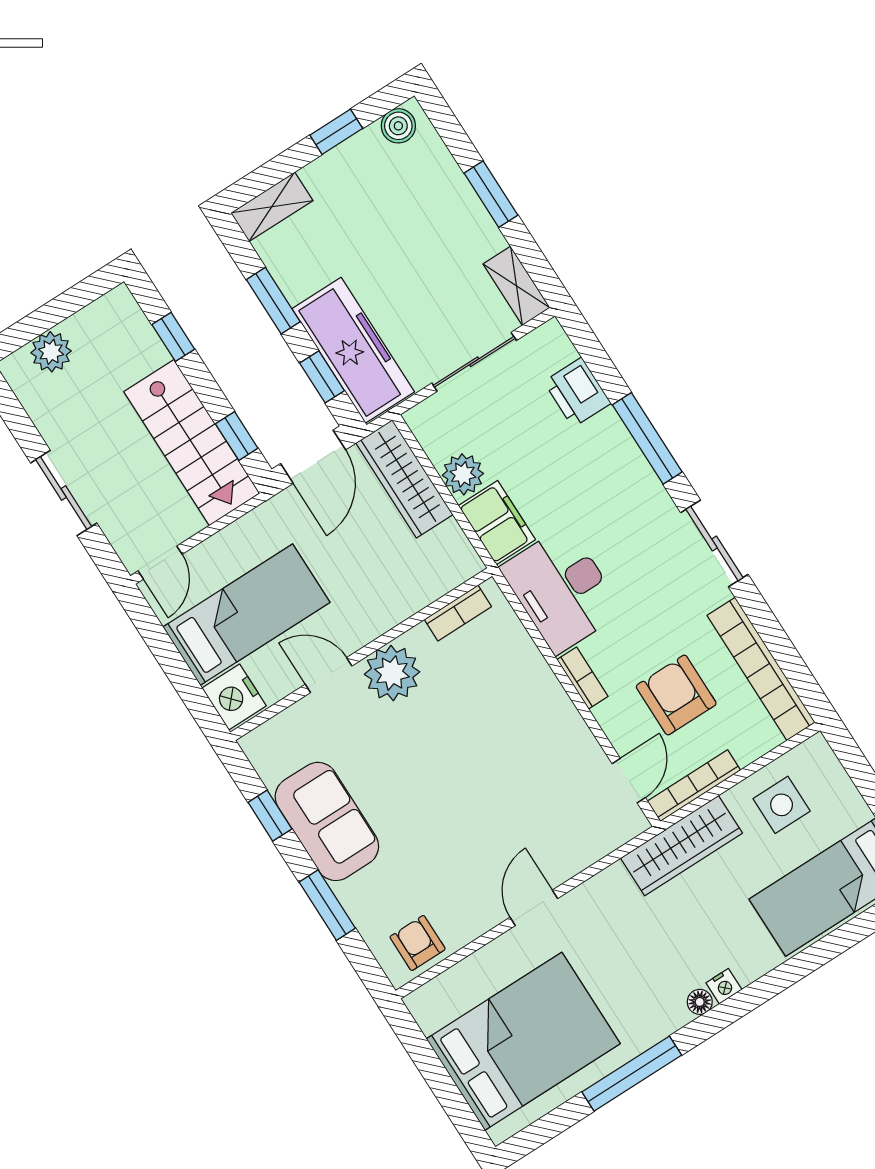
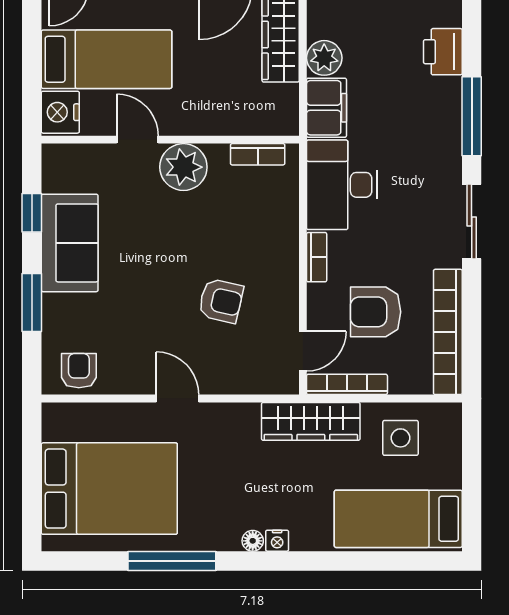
armchair: (676, 695) -> (376, 312), turned -90
armchair: (515, 783) -> (221, 301), added
door: (534, 908) -> (177, 399), hinge flipped

